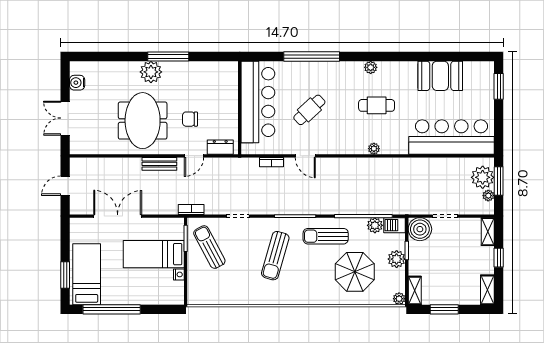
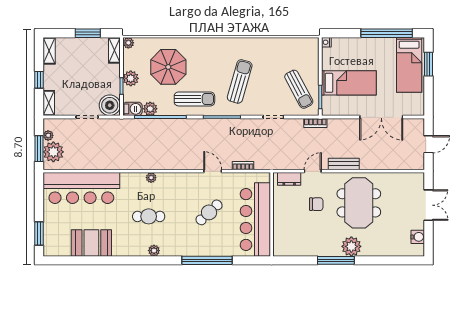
nightstand: (179, 274) -> (326, 42), moved

